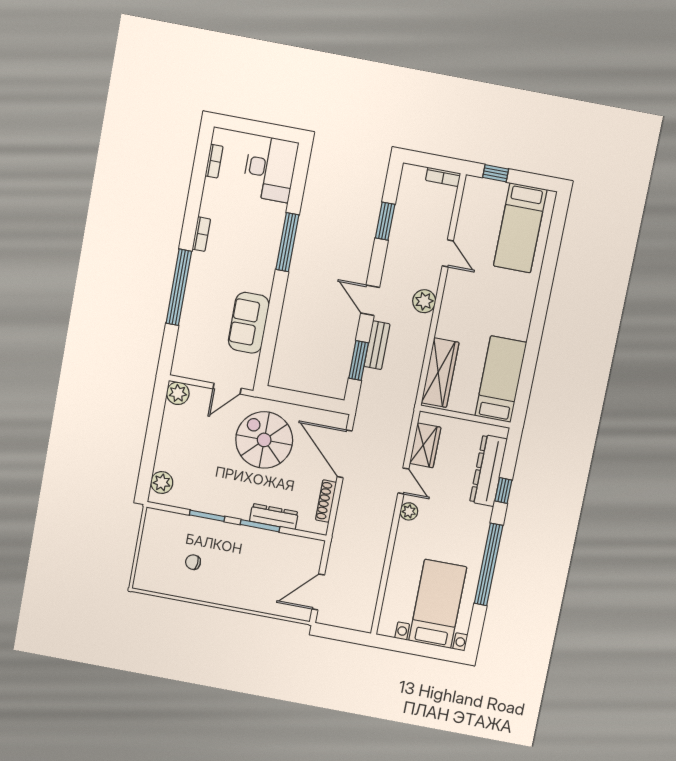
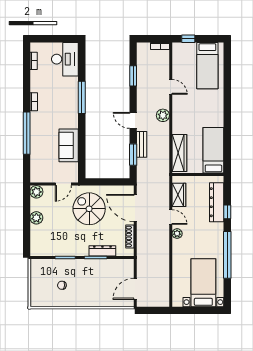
plant: (162, 483) -> (36, 218), moved

